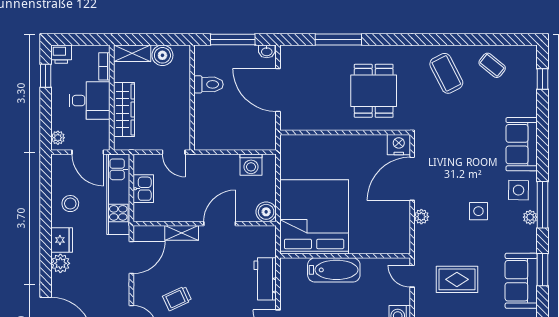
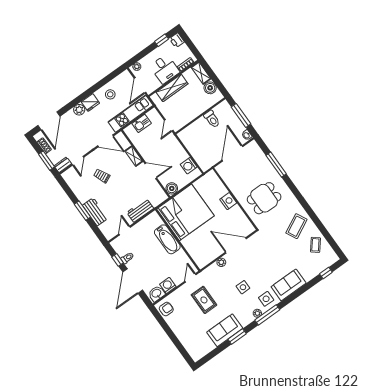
nightstand: (399, 145) -> (228, 201), moved

